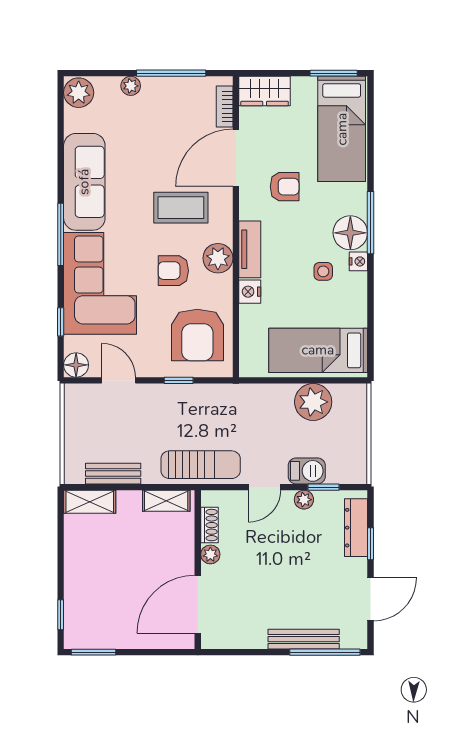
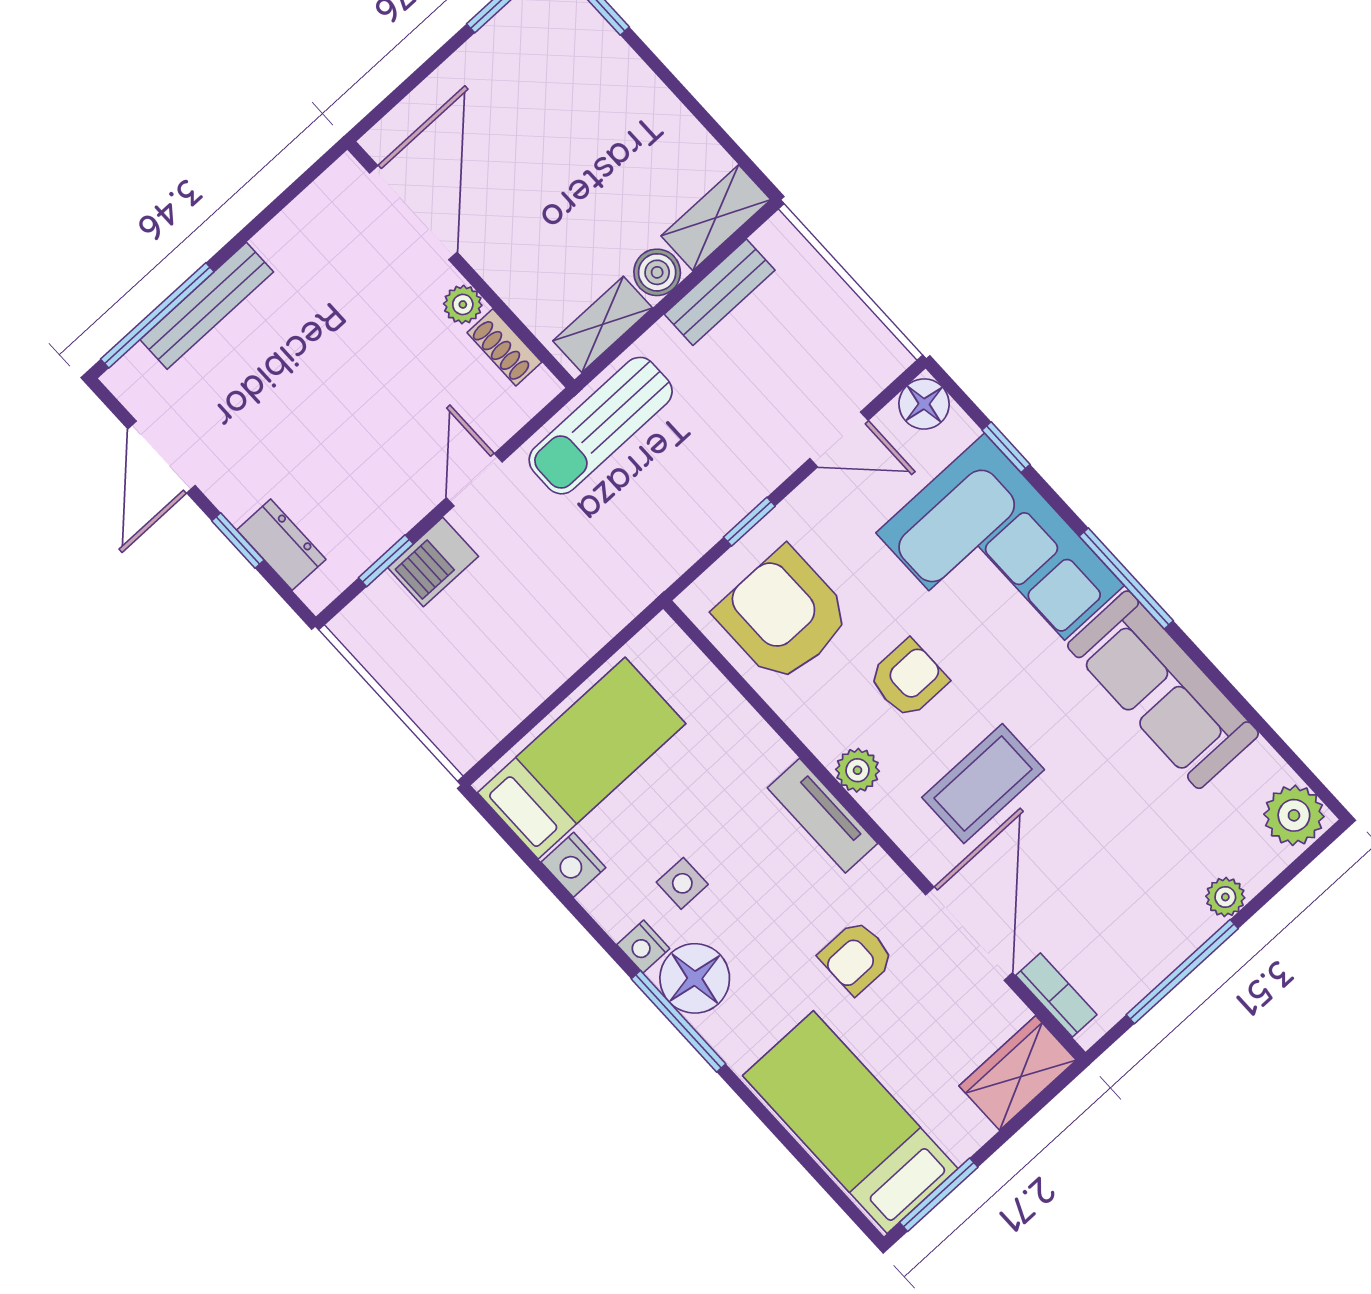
plant: (218, 258) -> (857, 770), width x0.73, depth x0.73
nightstand: (250, 292) -> (573, 865), moved, turned 180
plant: (313, 402) -> (518, 674), removed
plant: (304, 500) -> (398, 515), removed
boiler: (129, 502) -> (657, 272), added
dresser: (356, 528) -> (281, 545), width x0.70

